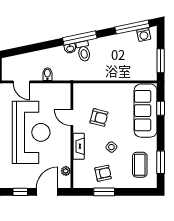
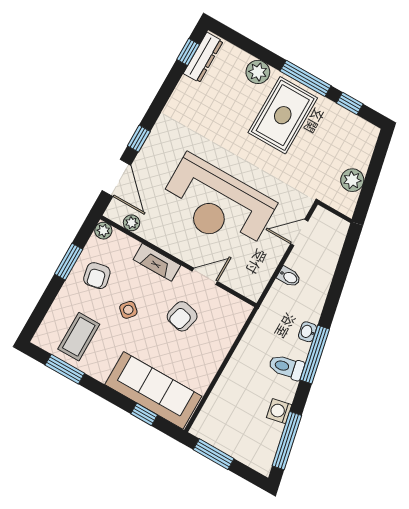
washing machine: (144, 35) -> (279, 411), moved
toilet: (84, 51) -> (286, 367), moved
coffee table: (140, 165) -> (79, 337), turned 90
plant: (78, 183) -> (103, 231), added

